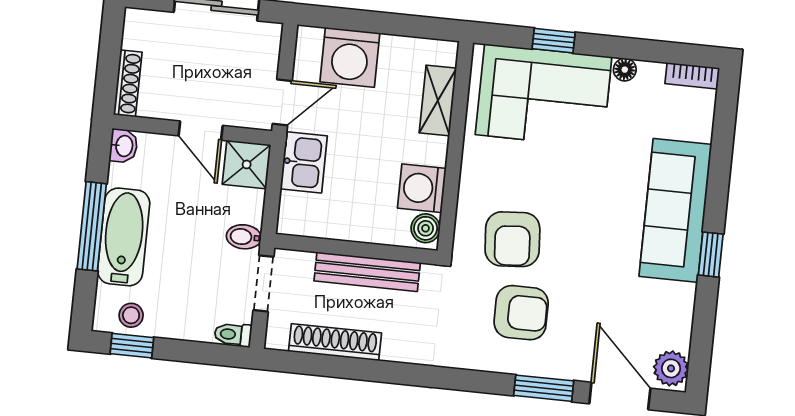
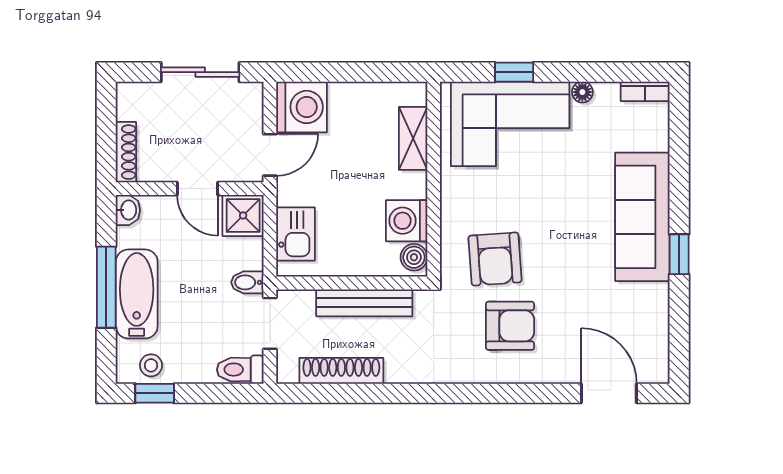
washing machine: (350, 57) -> (302, 107), moved, turned -90
kitchen sink: (304, 162) -> (295, 234), moved
toilet: (233, 335) -> (240, 370), width x1.37, depth x1.39
plant: (671, 368) -> (653, 363), removed
window: (544, 388) -> (538, 393), removed

